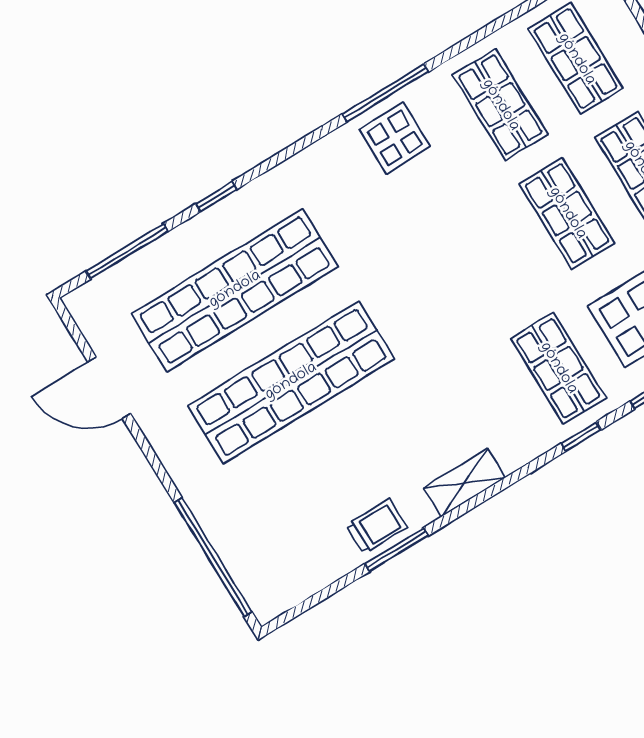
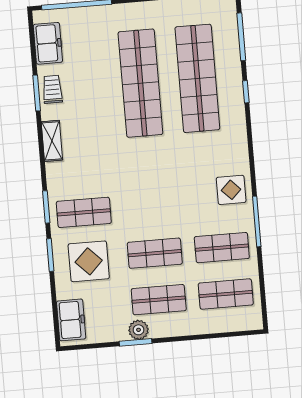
window: (385, 93) -> (257, 221), moved
window: (581, 437) -> (46, 207), width x1.50
trolley: (377, 526) -> (52, 89), turned 180
freezer: (303, 573) -> (48, 43), added

